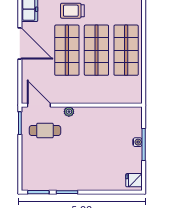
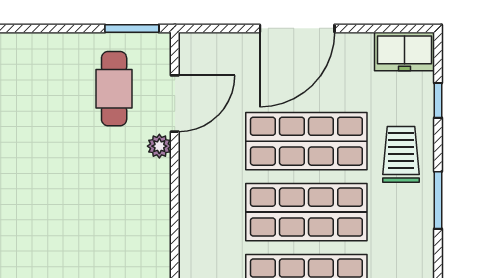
door: (20, 43) -> (297, 28), moved
door: (39, 105) -> (175, 104), moved

